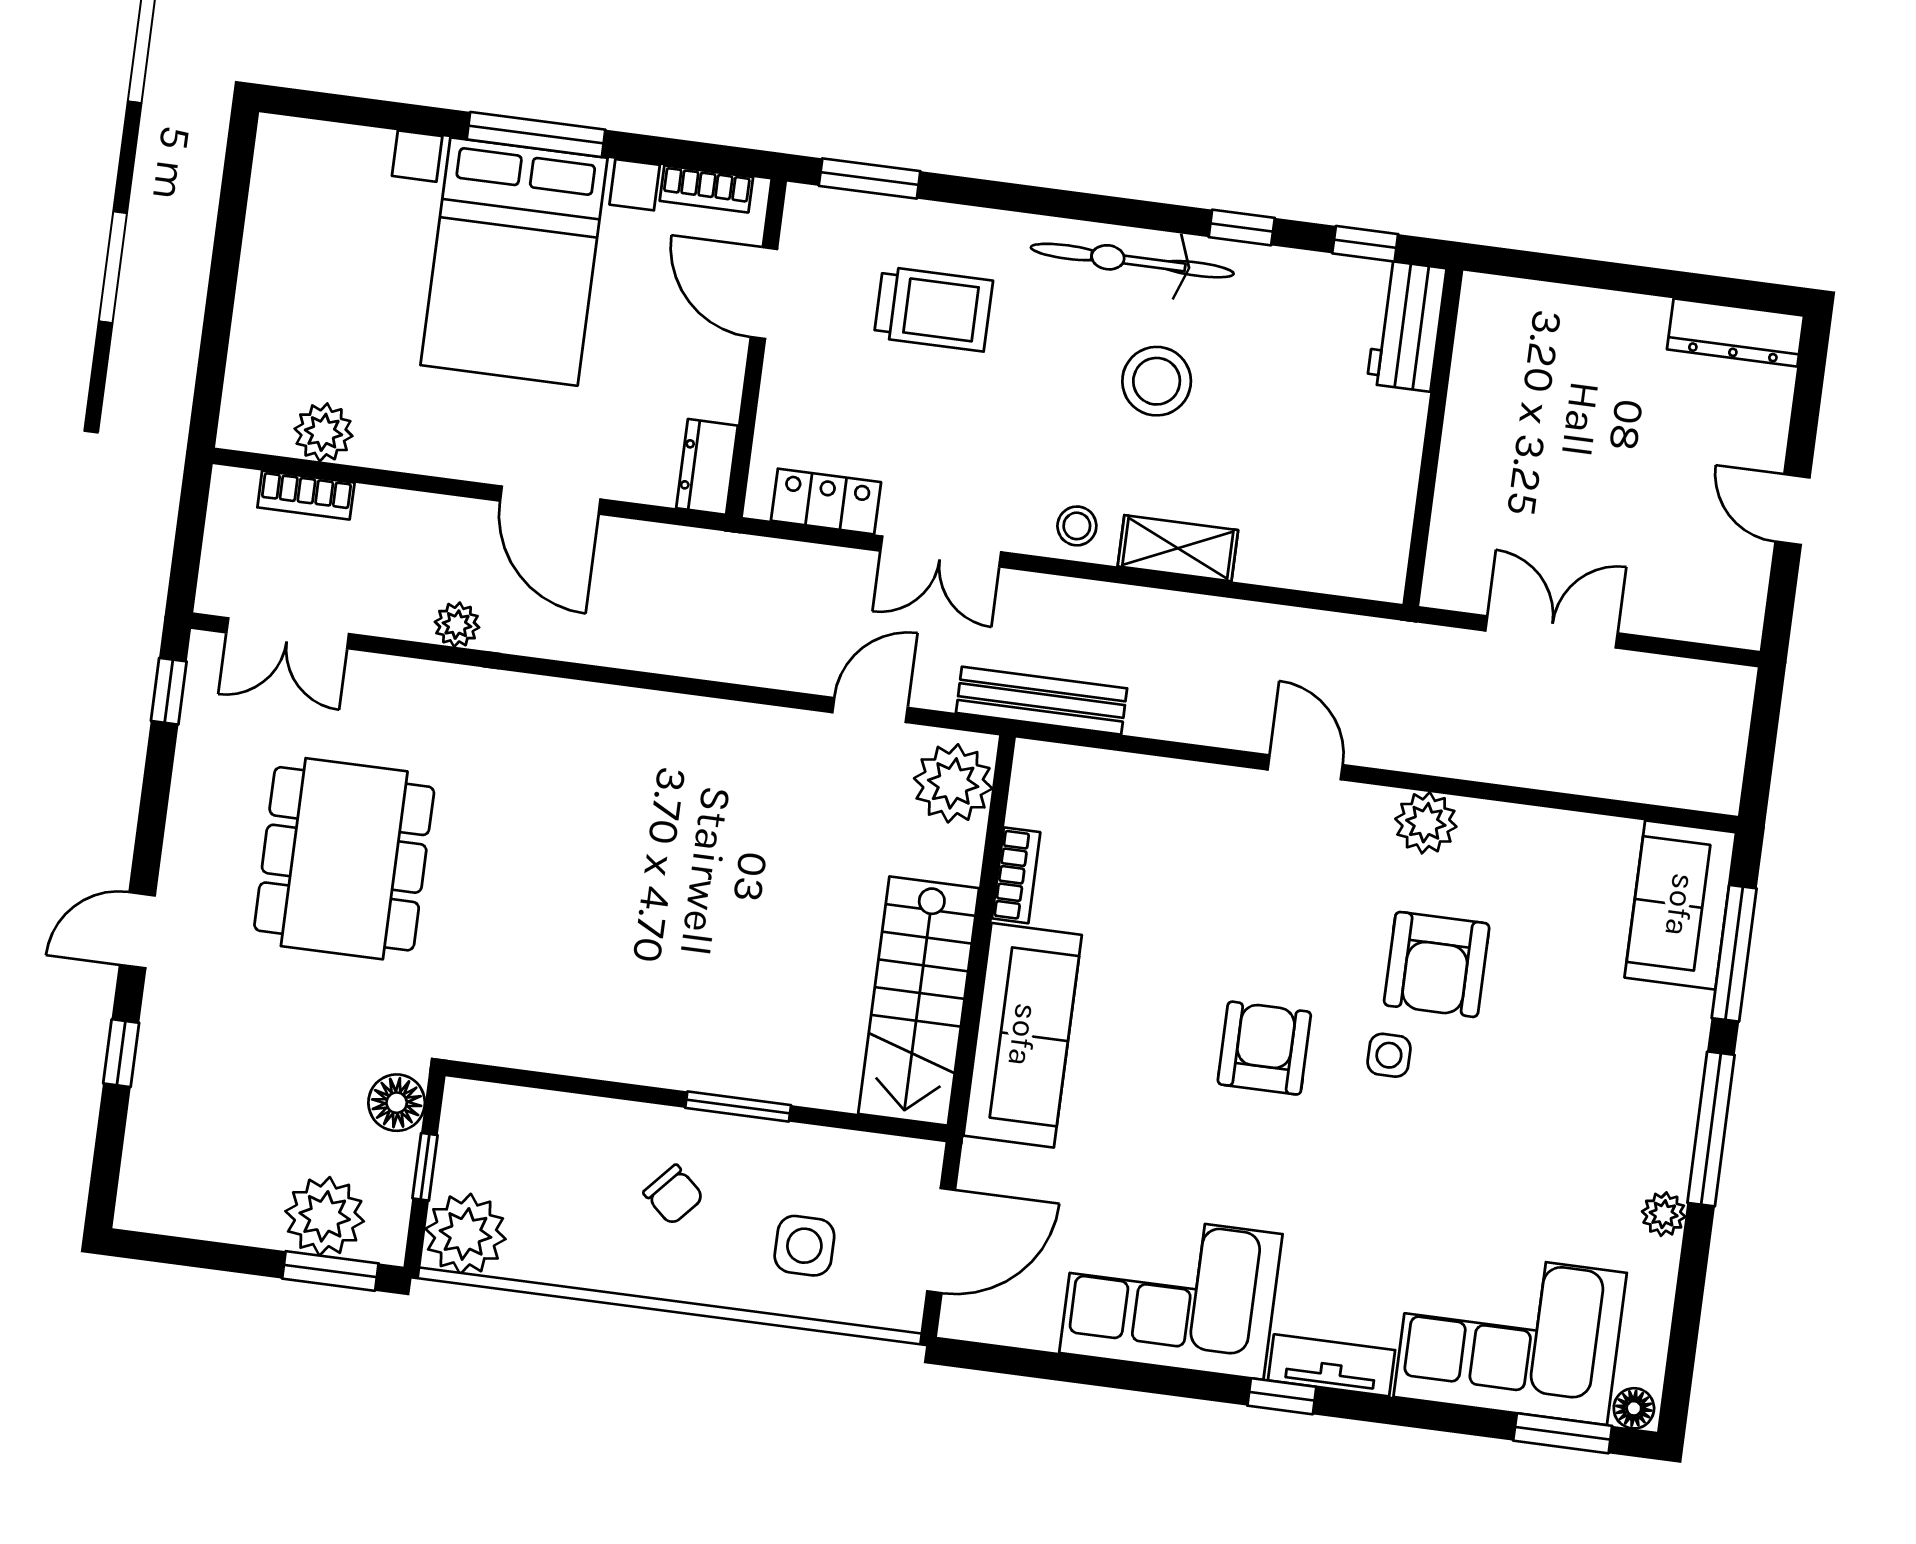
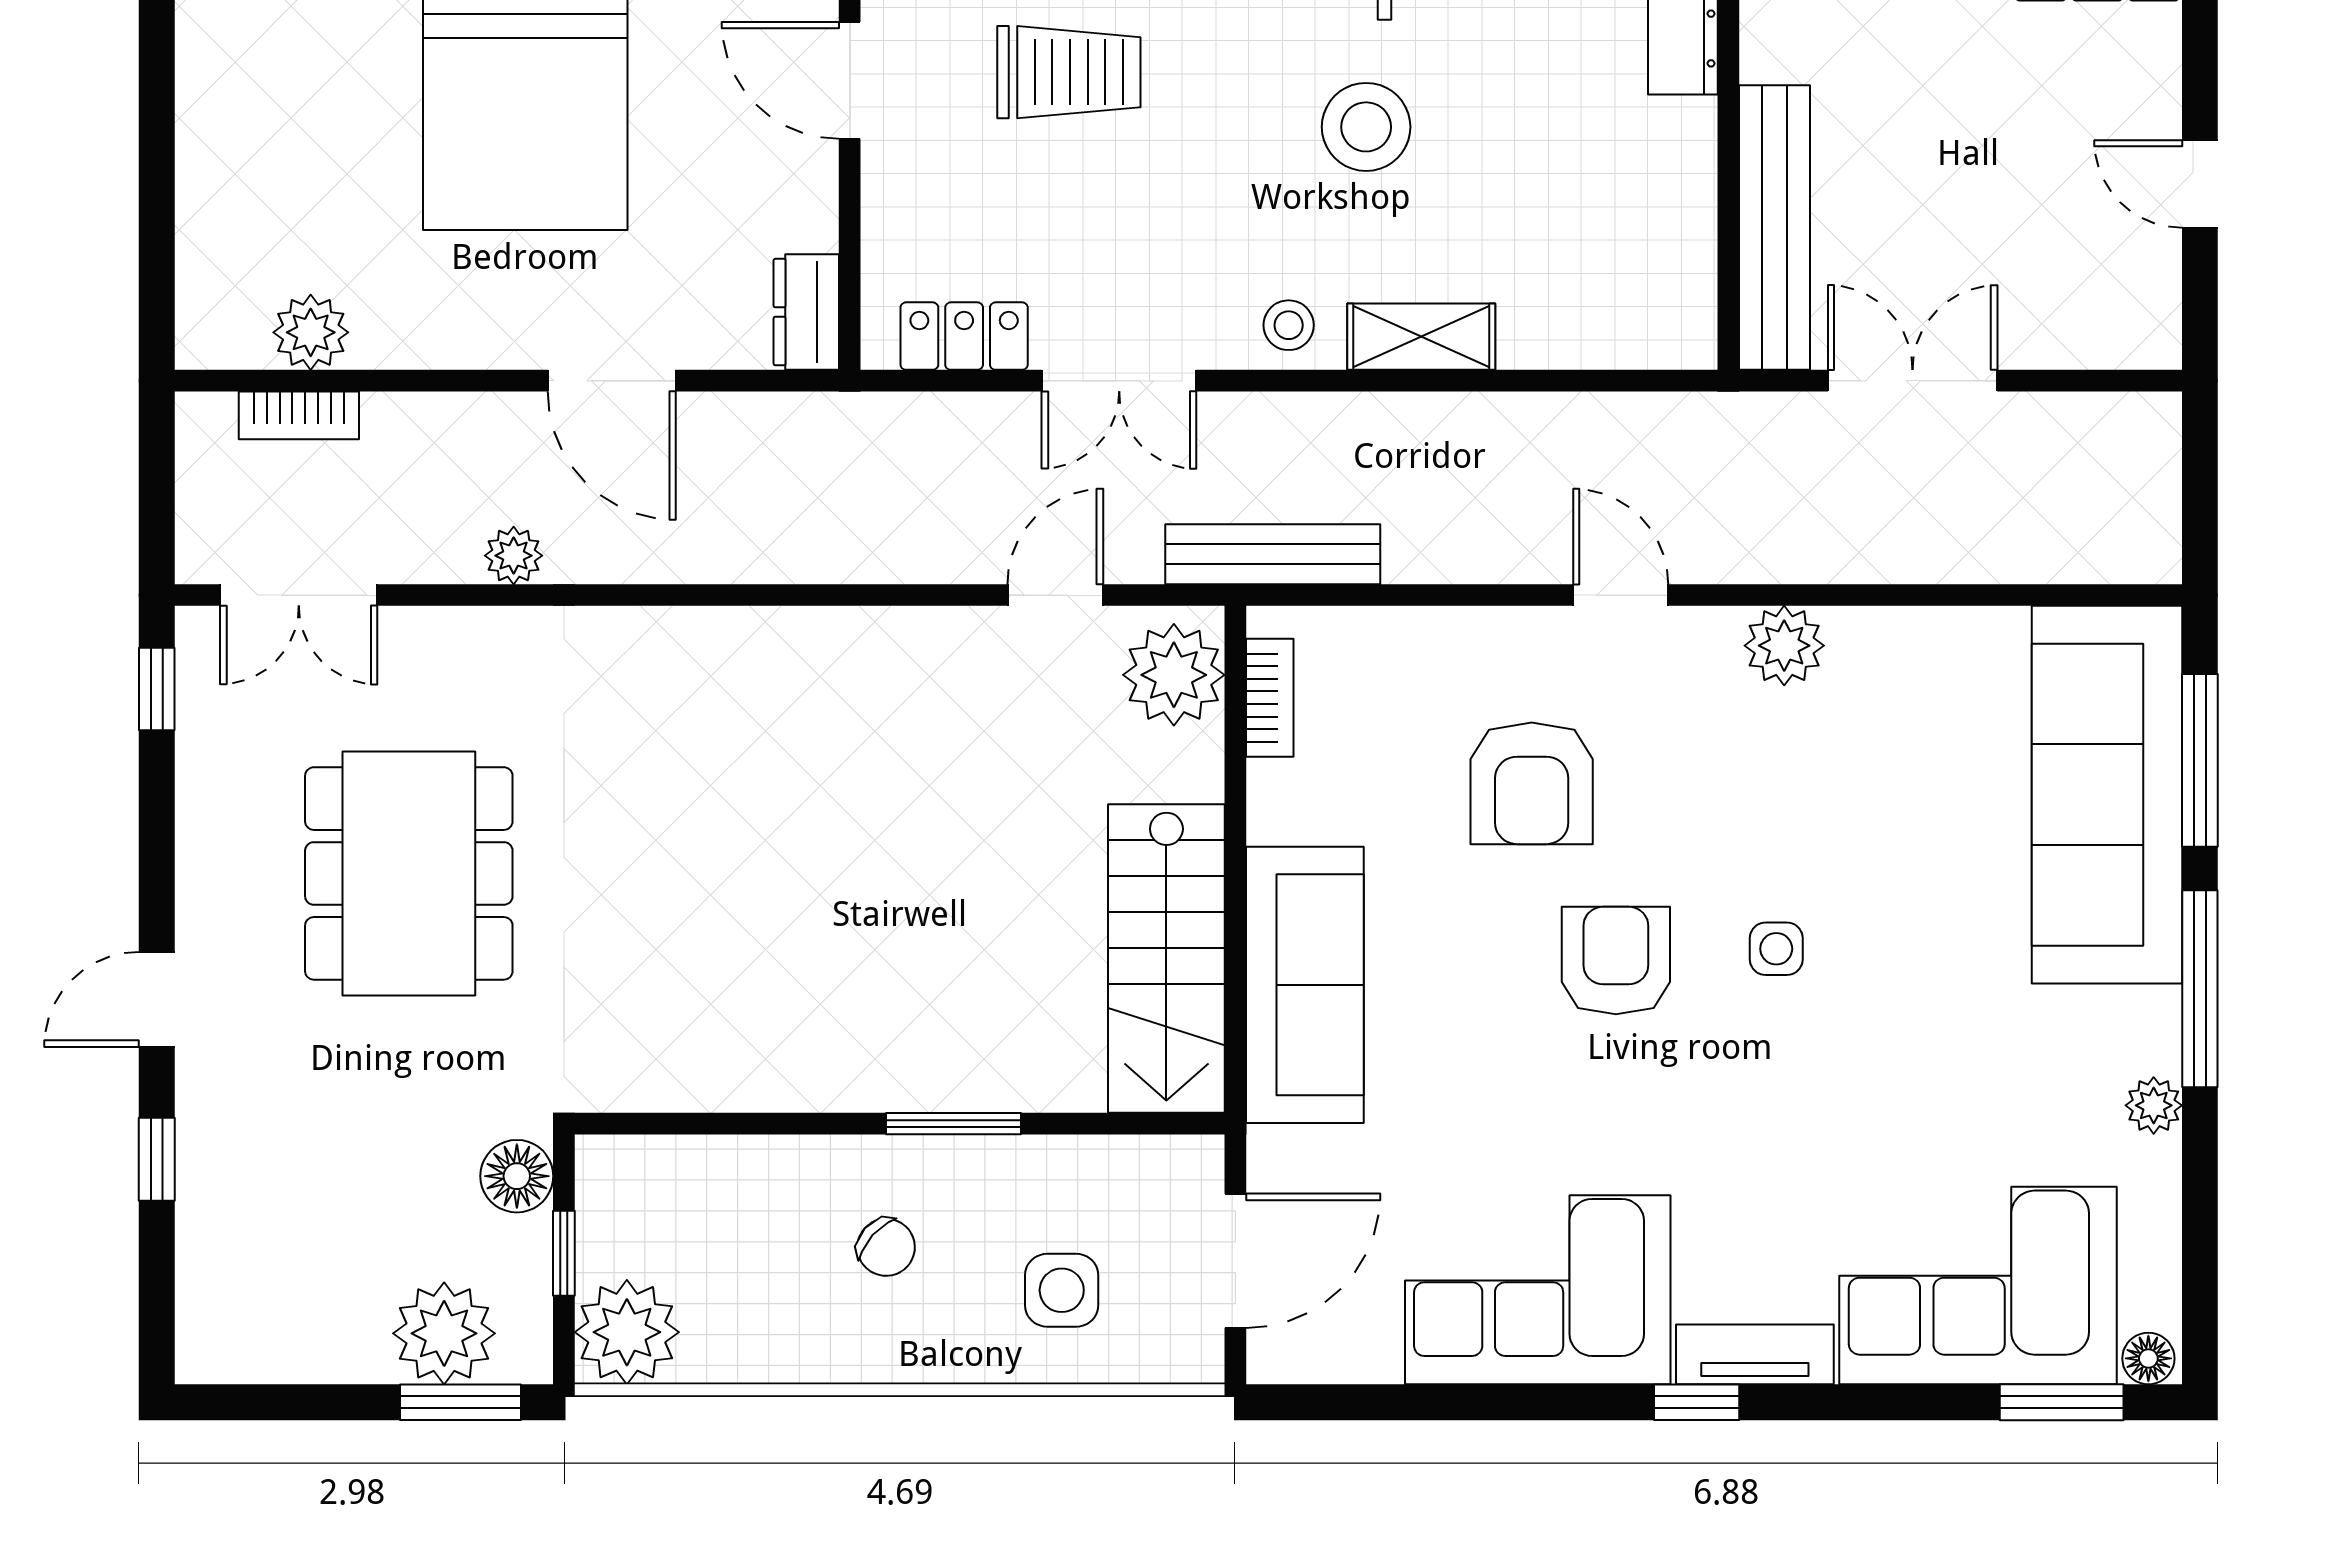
bench: (1461, 500) -> (1775, 228), added
bookcase: (1016, 875) -> (1270, 698), moved
sofa: (1680, 905) -> (2107, 795), width x1.85, depth x1.27
armchair: (1437, 964) -> (1532, 783), moved

